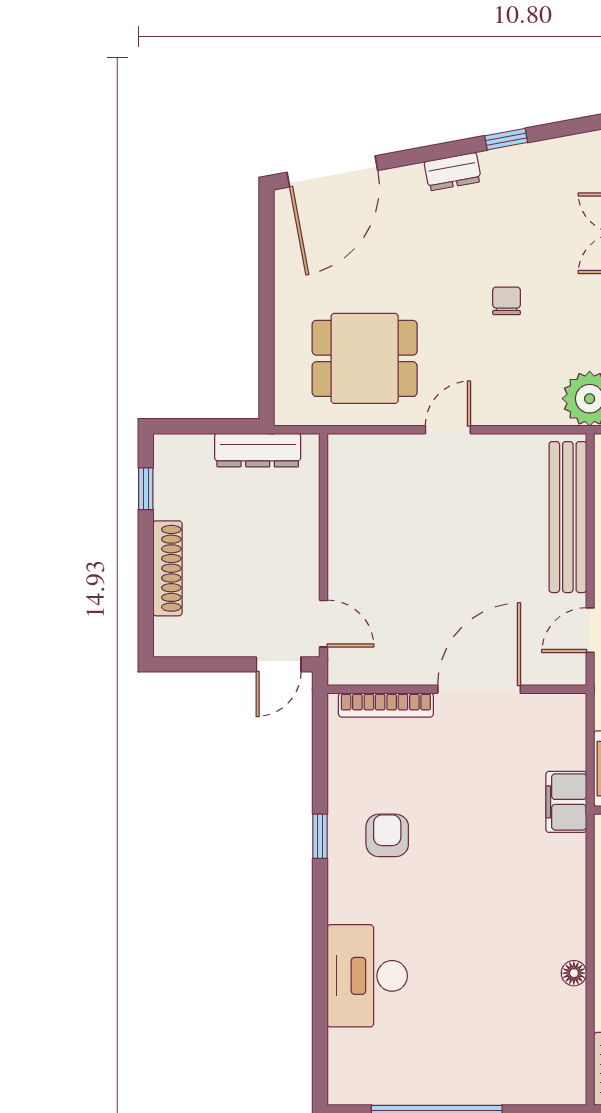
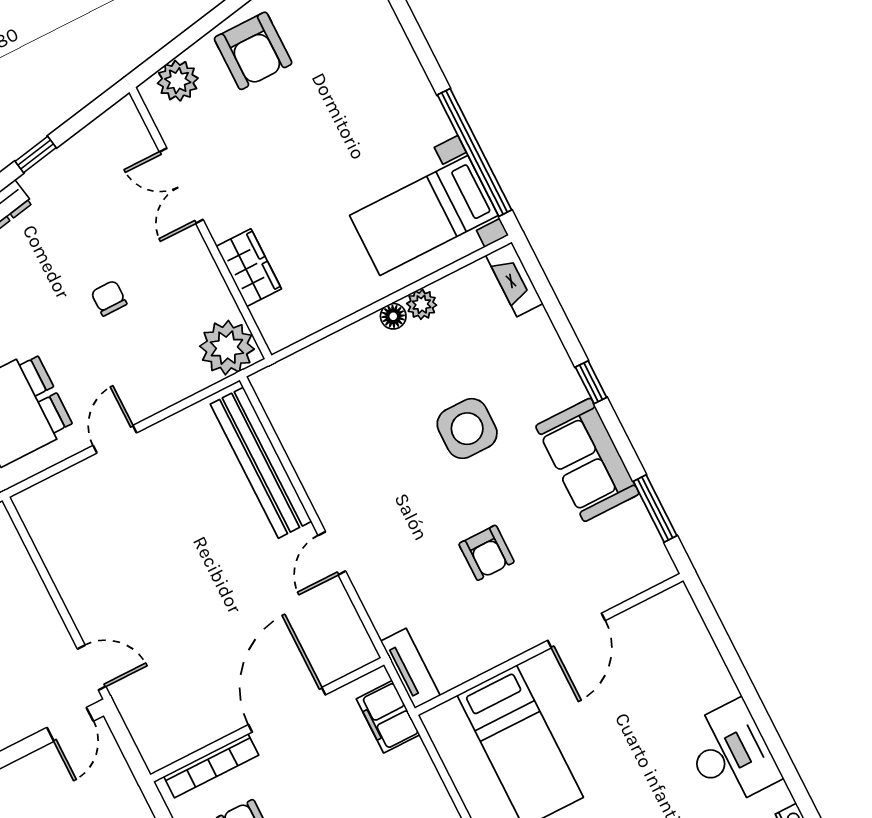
wall: (457, 689) -> (267, 720), moved
door: (479, 689) -> (287, 710), moved
bookcase: (386, 705) -> (211, 766), moved

